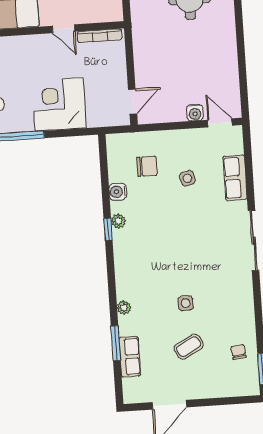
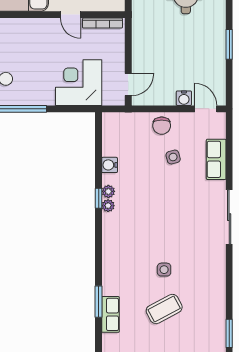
window: (241, 50) -> (229, 44), added
corner desk: (59, 104) -> (79, 83), moved
chair: (147, 166) -> (162, 126), moved, turned 90
plant: (124, 308) -> (108, 206), moved
coffee table: (189, 347) -> (164, 309), width x1.36, depth x1.30
chair: (238, 352) -> (209, 317), removed

